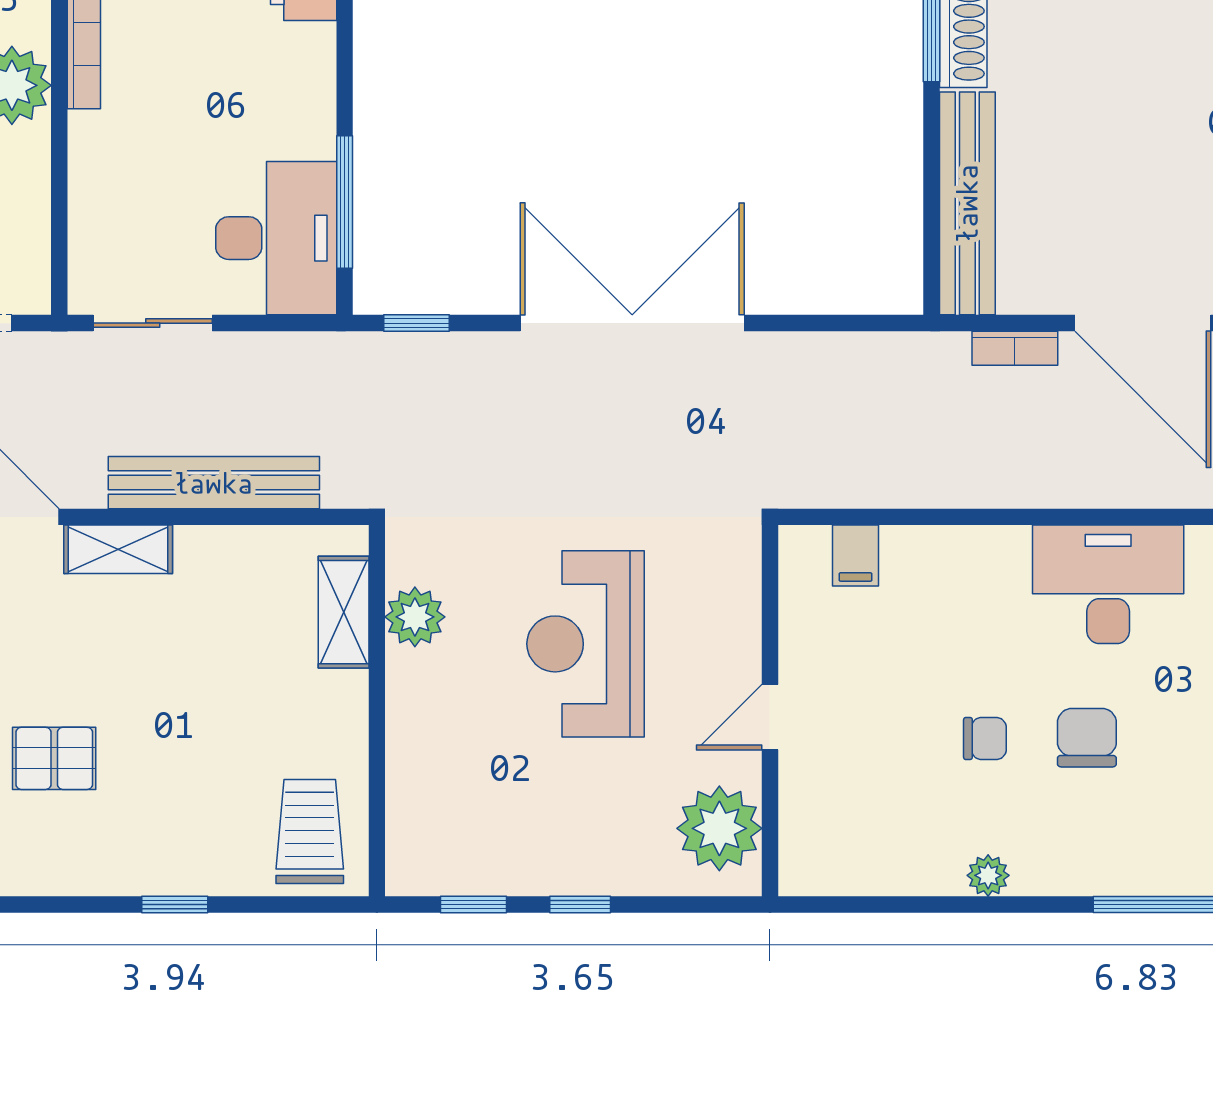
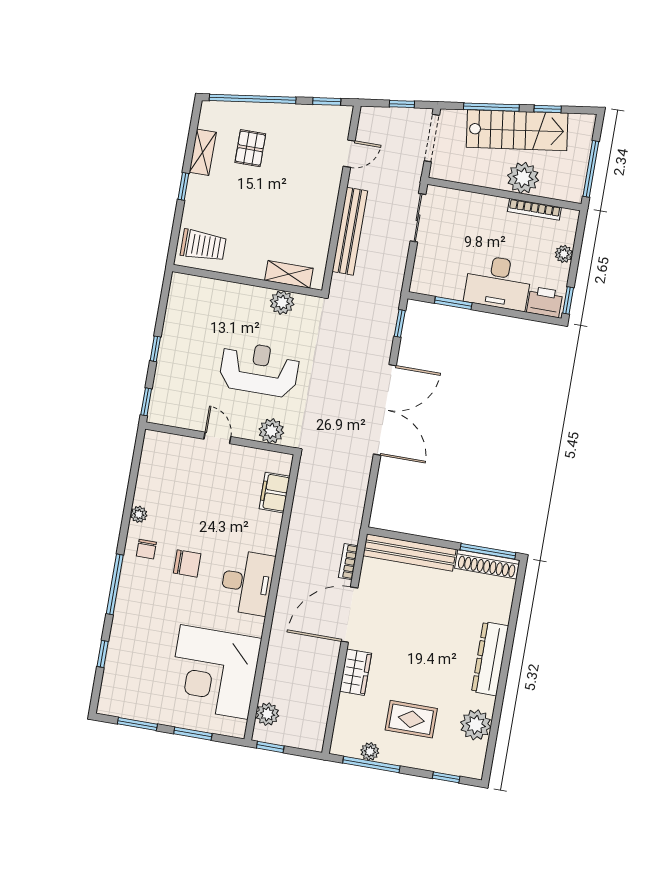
window: (345, 202) -> (453, 303), width x0.69
desk: (276, 238) -> (498, 283), moved
shelving: (118, 549) -> (203, 152), moved
filing cabinet: (855, 556) -> (275, 493), width x2.00
chair: (985, 739) -> (146, 549), moved
plant: (719, 828) -> (271, 431), moved, width x0.73, depth x0.73
window: (473, 904) -> (146, 402), moved

